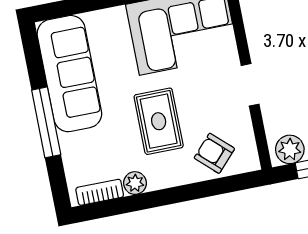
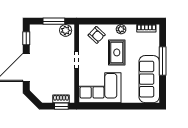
plant: (135, 183) -> (121, 29), moved

